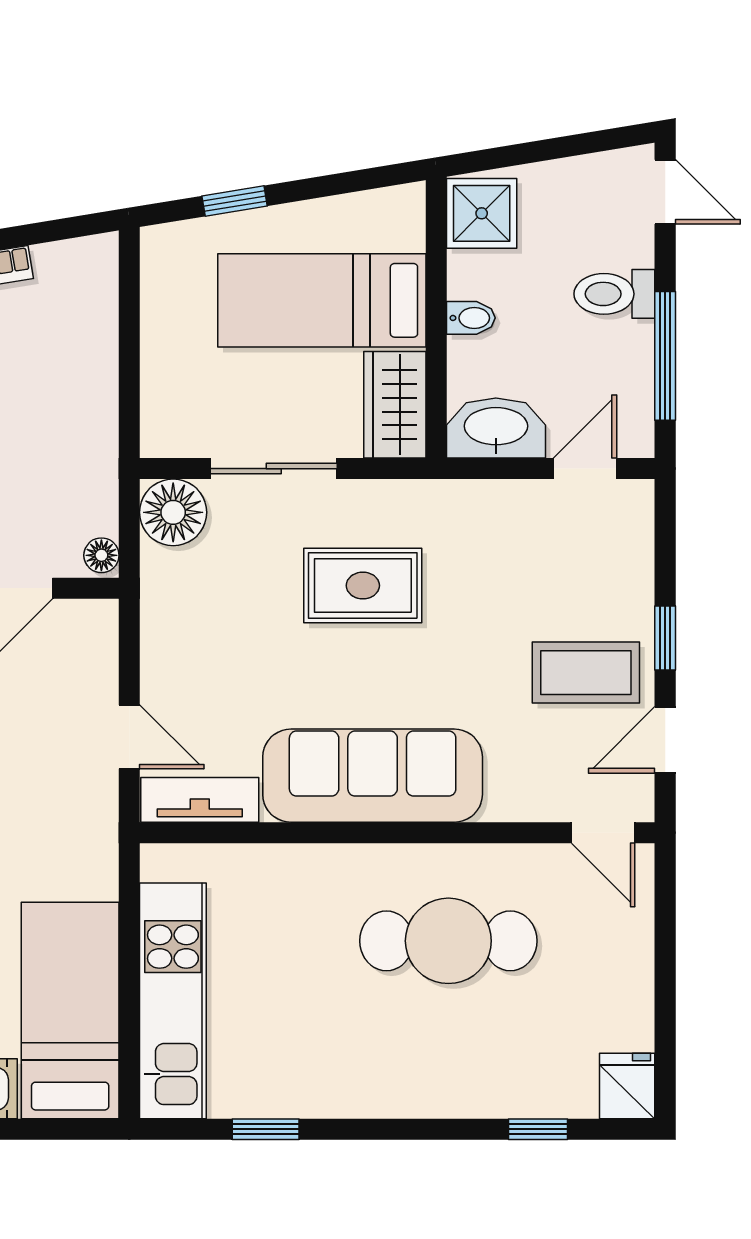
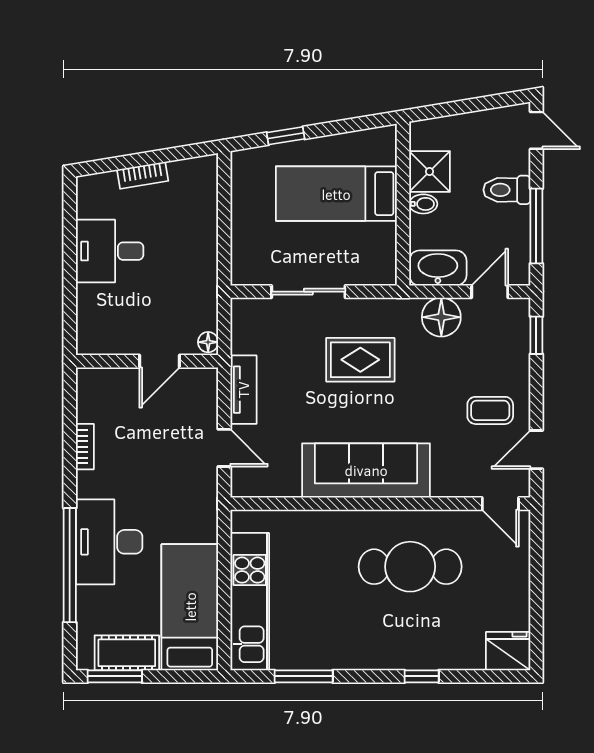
shower: (482, 213) -> (429, 171), moved
wardrobe: (395, 405) -> (379, 254), removed
floor lamp: (173, 512) -> (441, 317), moved
window: (665, 638) -> (536, 335), moved
coffee table: (586, 673) -> (490, 410), width x0.73, depth x0.77
tv unit: (200, 800) -> (243, 390), moved, turned 90
fridge: (627, 1086) -> (508, 651), width x1.38
window: (266, 1129) -> (304, 676), width x1.50
window: (538, 1129) -> (422, 676), moved

